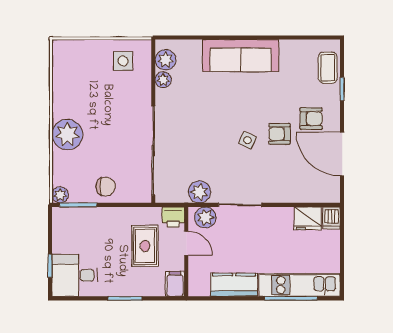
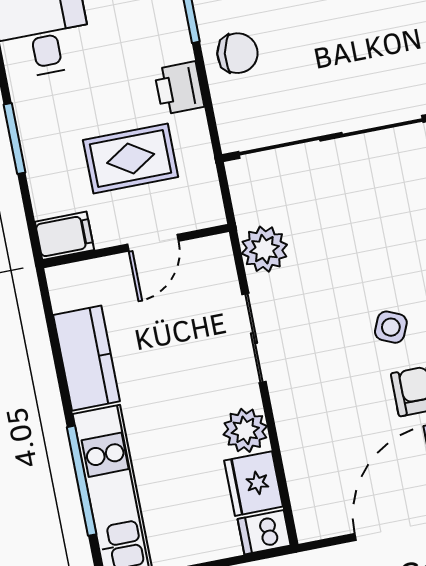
chair: (106, 187) -> (237, 53), turned -81
printer: (173, 217) -> (179, 88), moved
plant: (205, 217) -> (245, 430), moved

